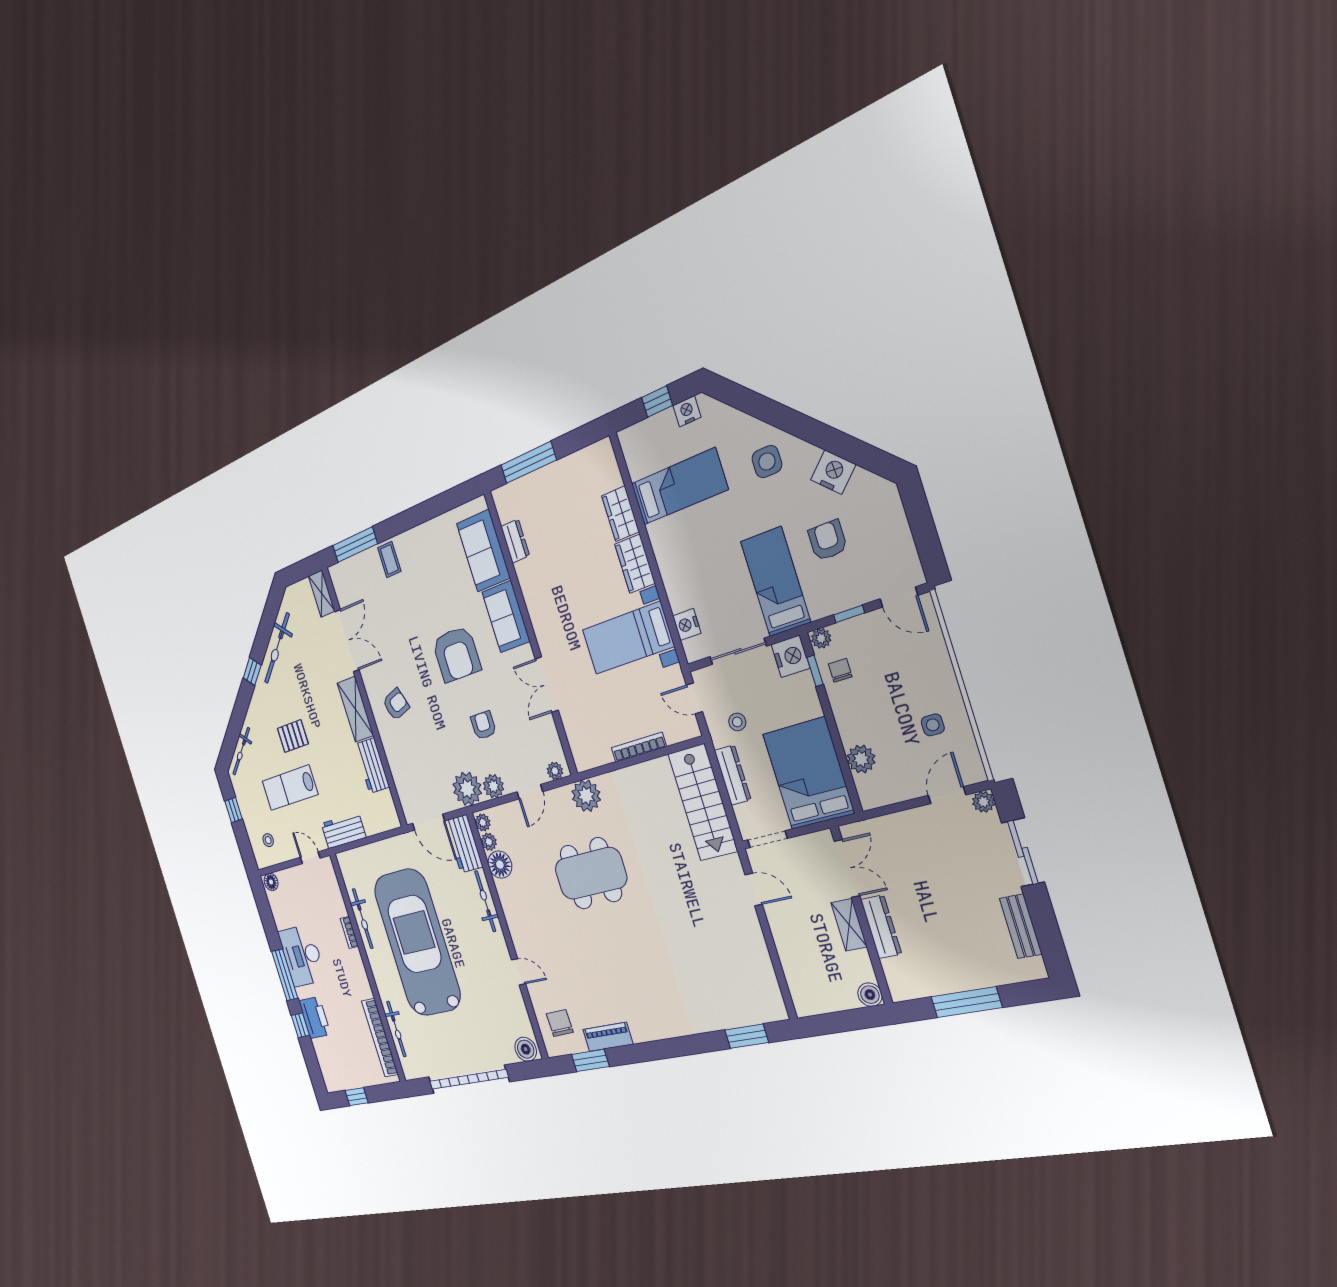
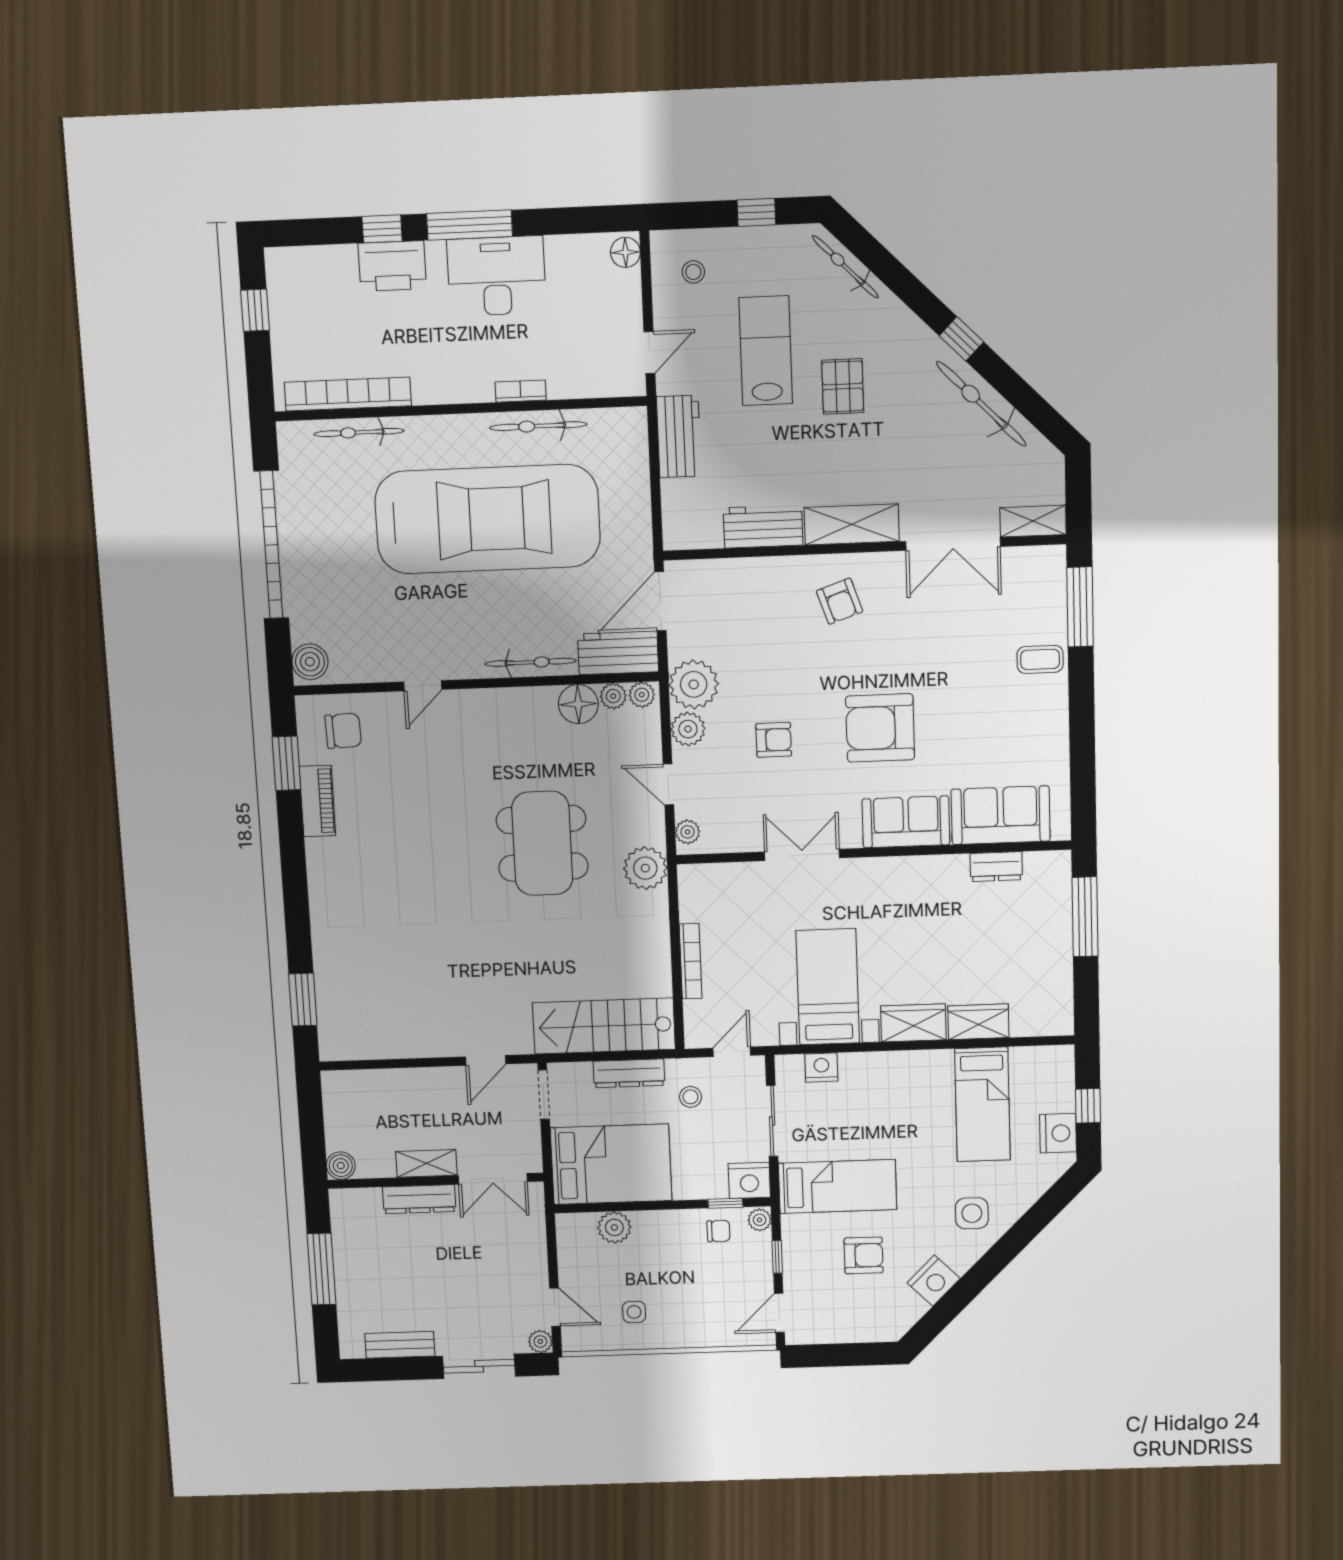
nightstand: (687, 411) -> (1058, 1133), width x1.36, depth x1.33

